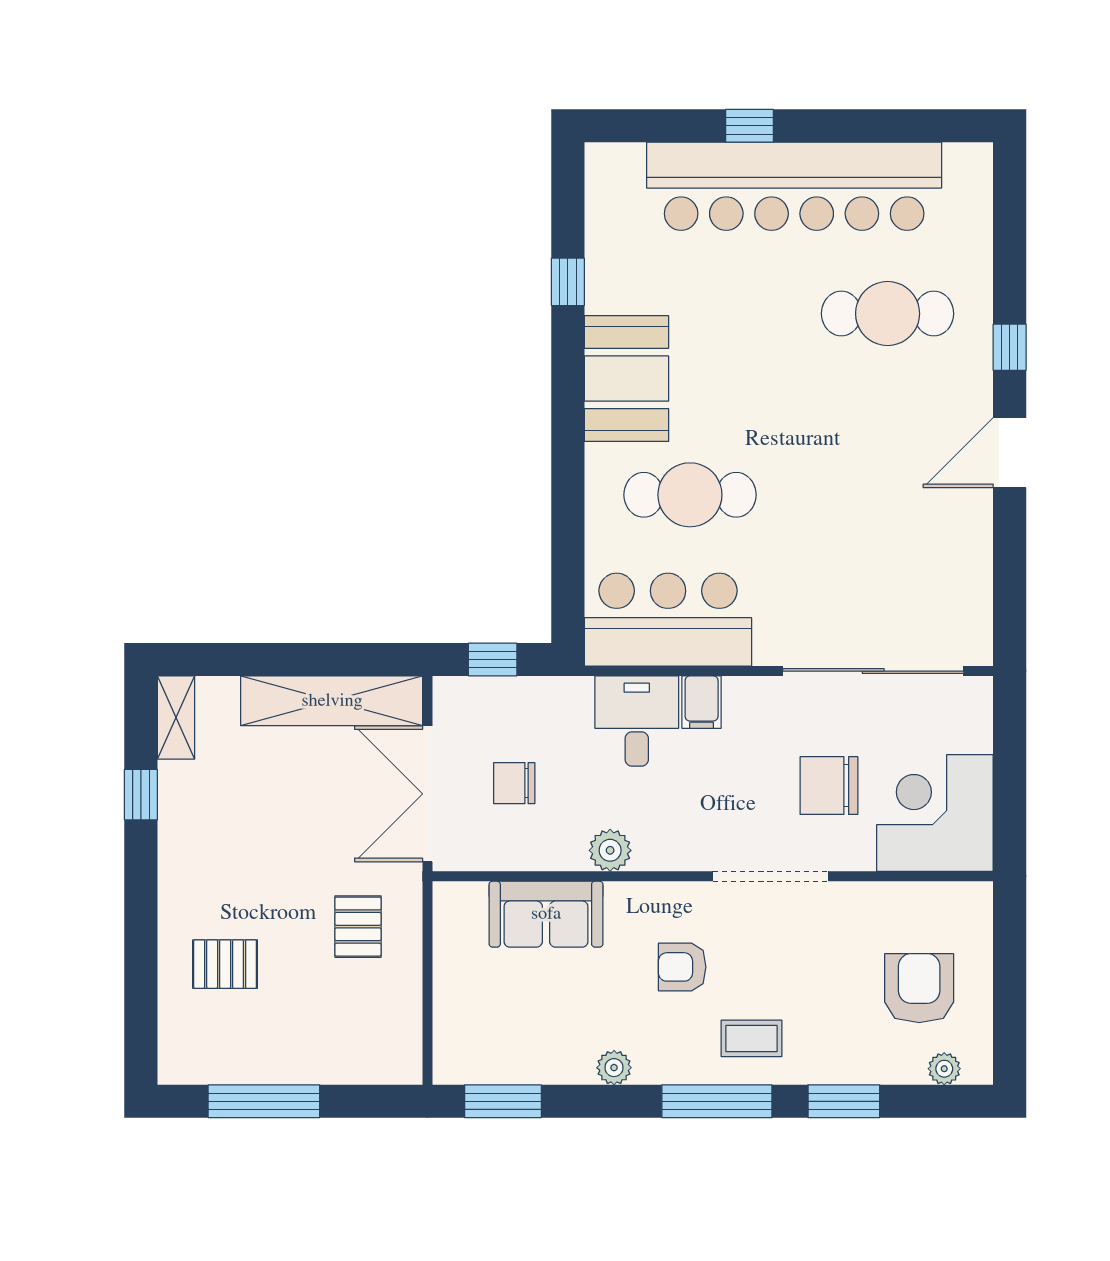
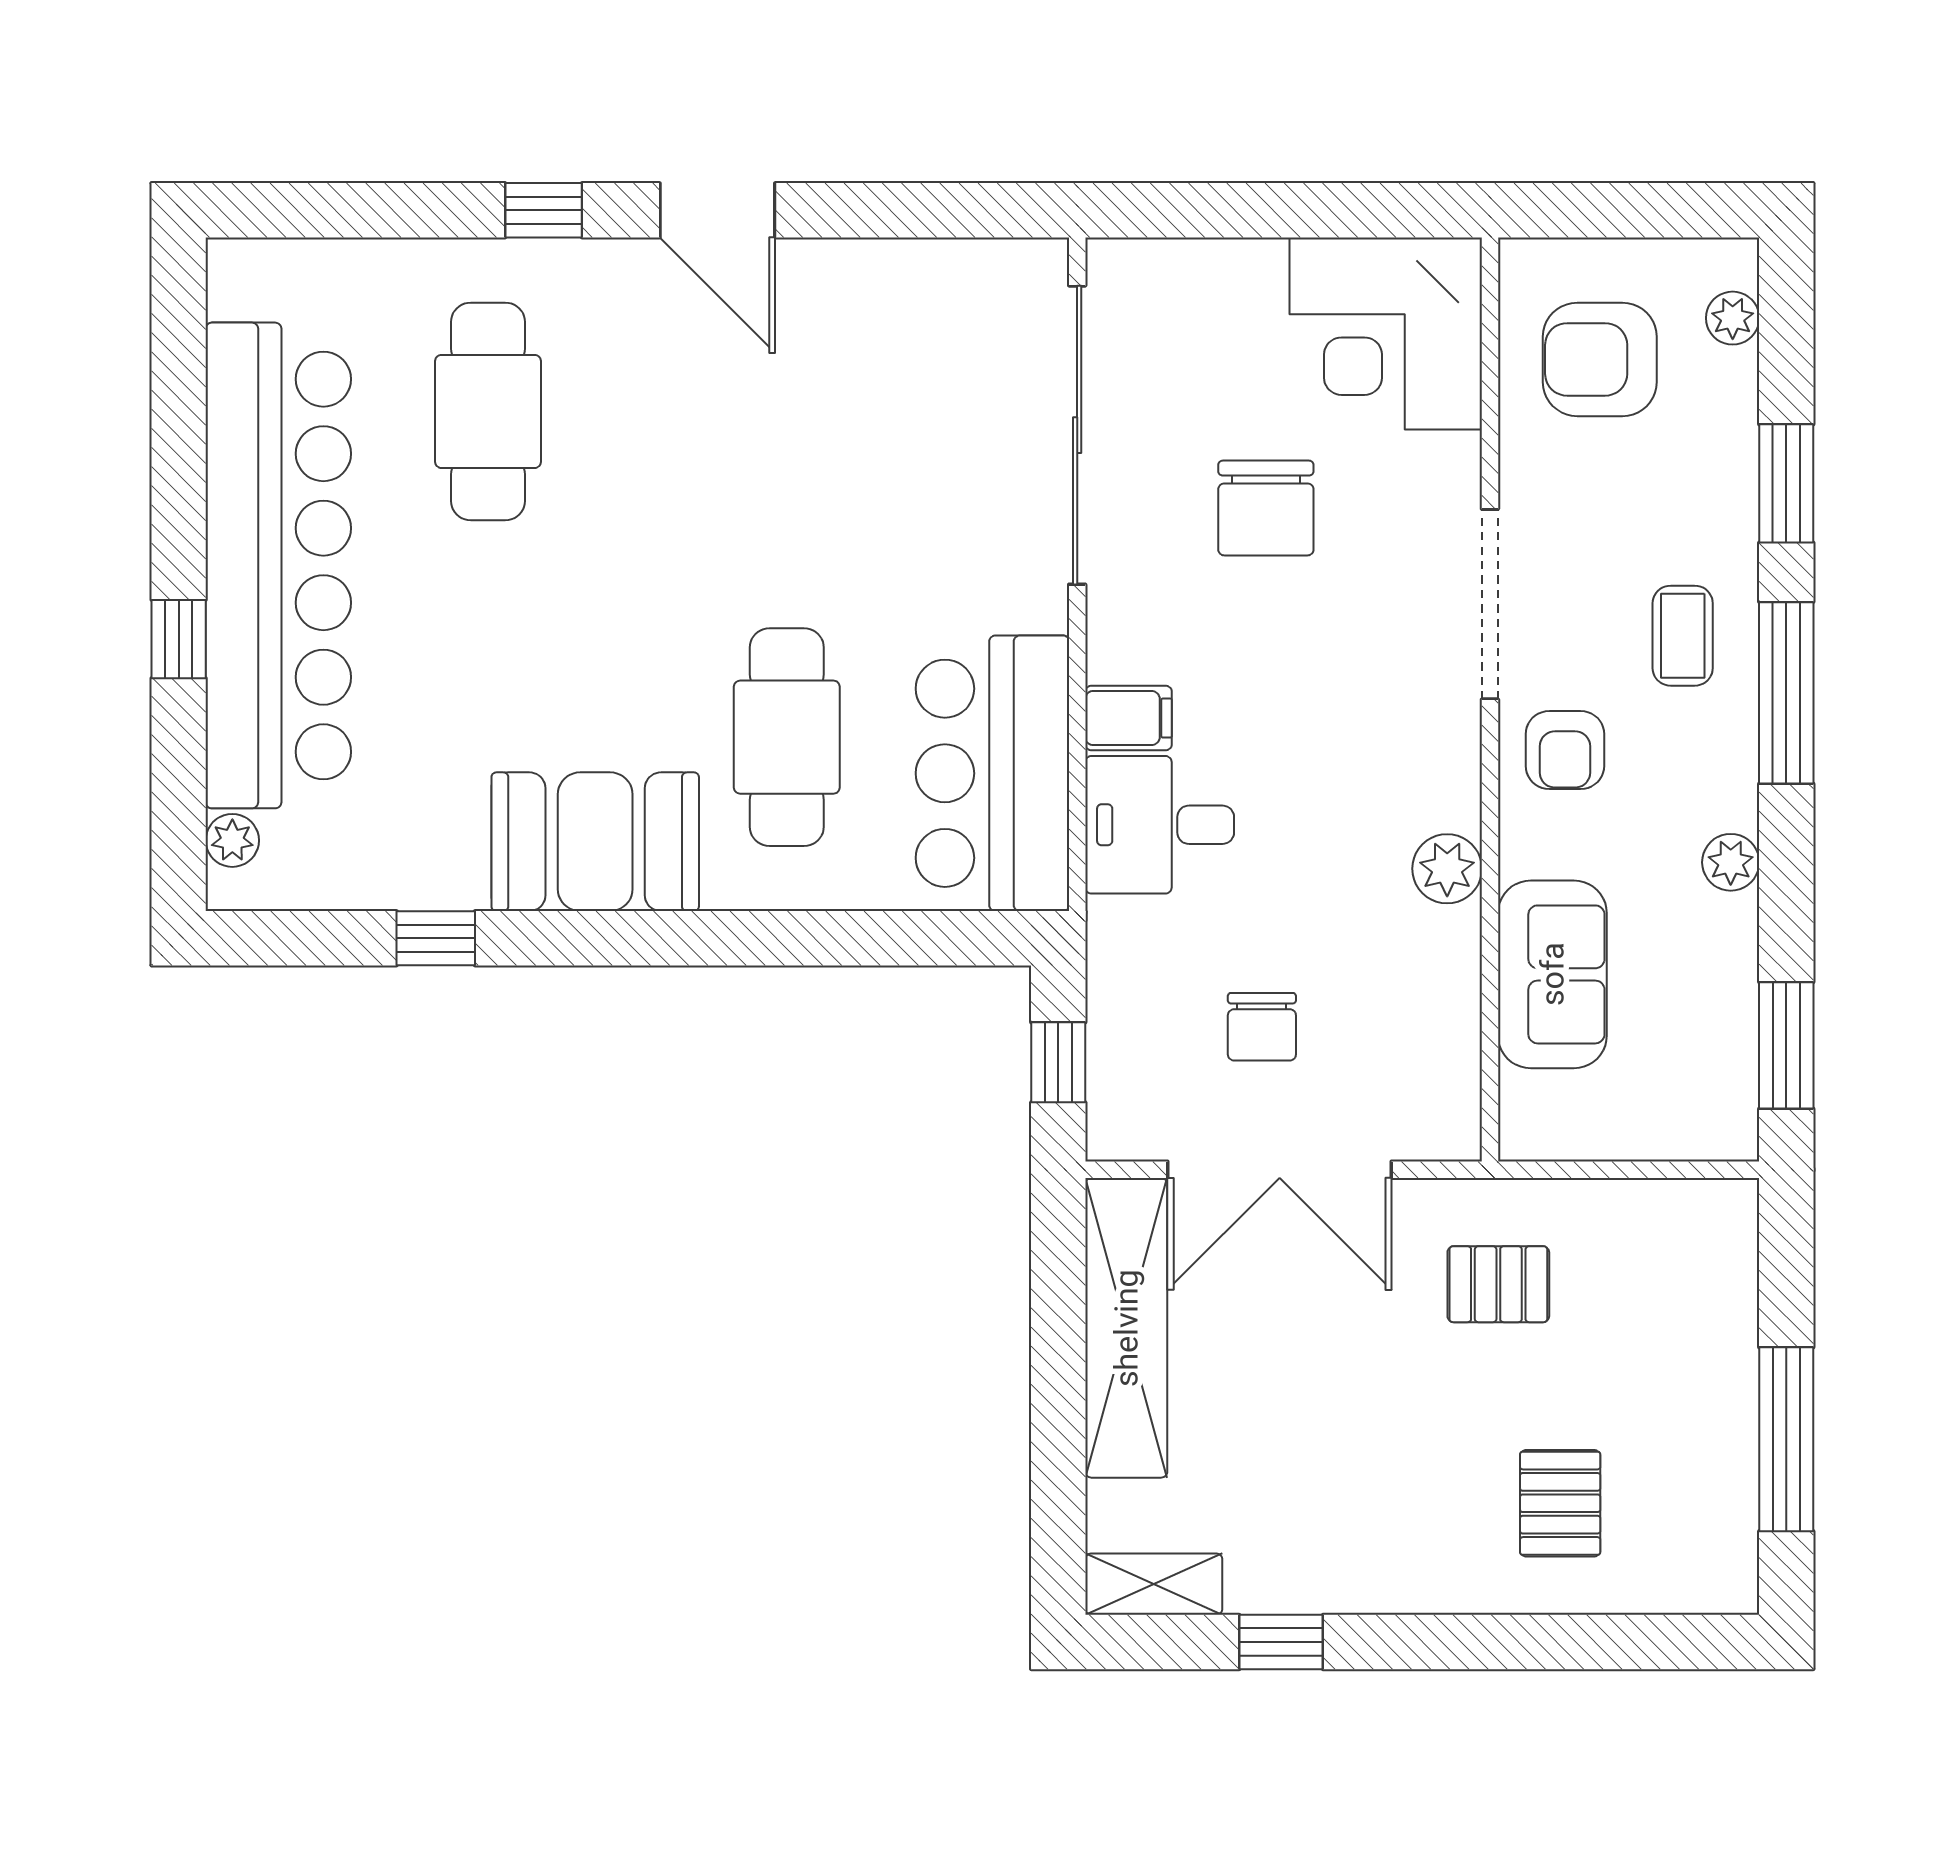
plant: (627, 158) -> (232, 840), added
corner desk: (935, 813) -> (1386, 333), moved
plant: (610, 850) -> (1447, 869), moved
wall: (713, 876) -> (1490, 699), moved
doorway: (771, 876) -> (1490, 604), moved
sofa: (546, 914) -> (1552, 974), moved

